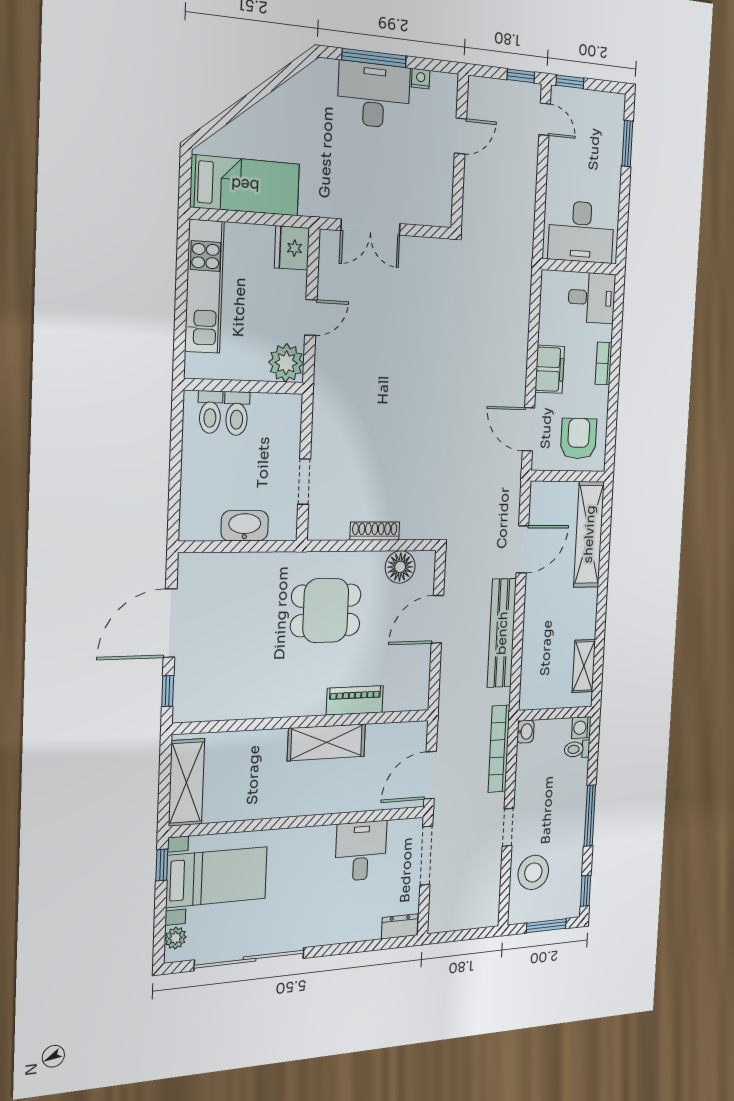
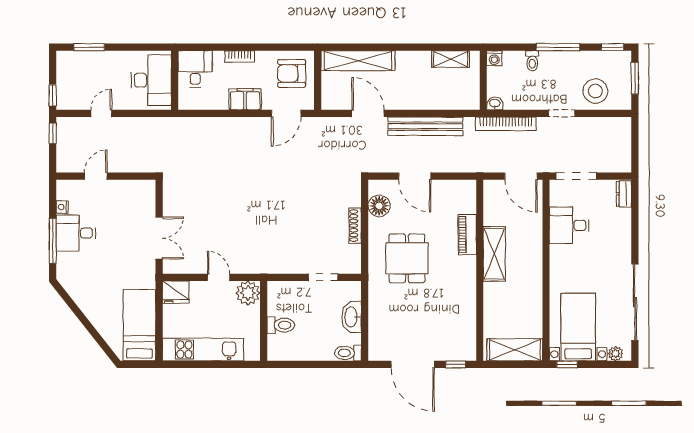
desk: (374, 95) -> (76, 233), width x0.73
door: (545, 119) -> (101, 113), moved
door: (460, 136) -> (96, 176), hinge flipped
toilet: (210, 412) -> (348, 353), moved, turned 180
toilet: (577, 749) -> (532, 61), moved

